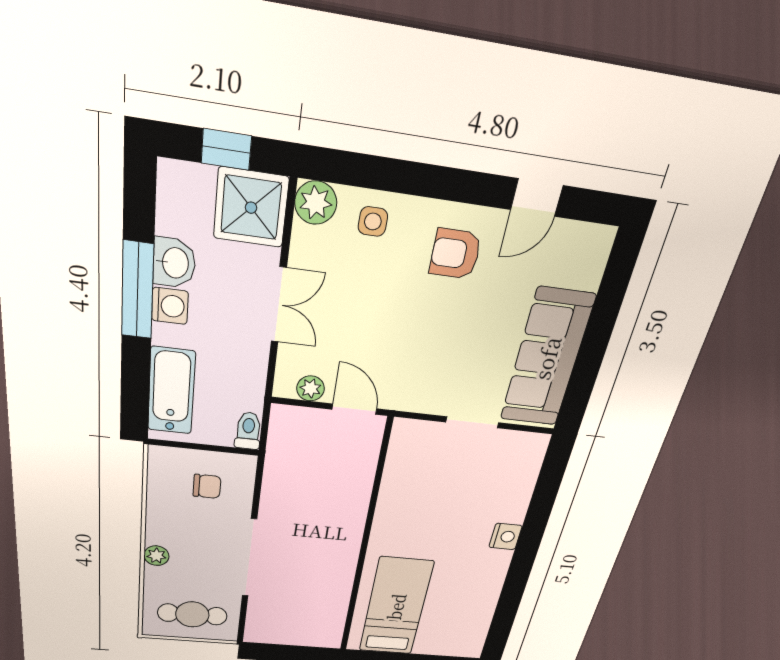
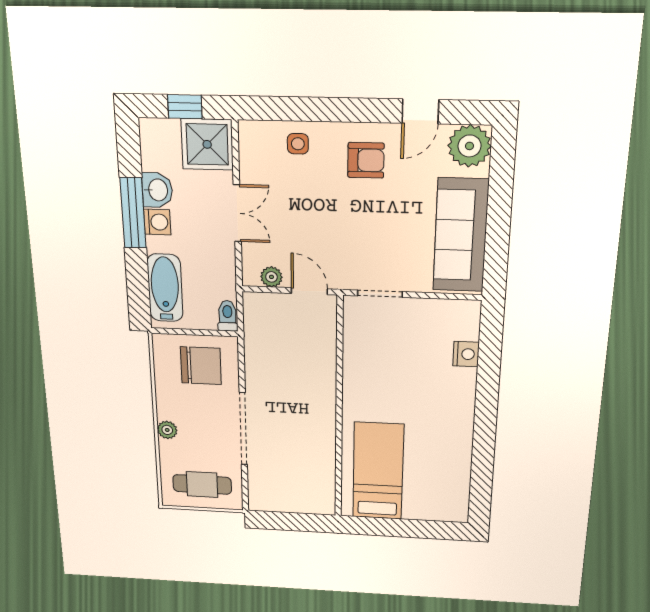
plant: (316, 203) -> (470, 146), moved, width x1.36, depth x1.36
armchair: (455, 254) -> (366, 160), turned 180
doorway: (472, 422) -> (380, 294), moved
chair: (207, 486) -> (201, 366), width x1.87, depth x1.87
nightstand: (506, 536) -> (466, 354), moved

